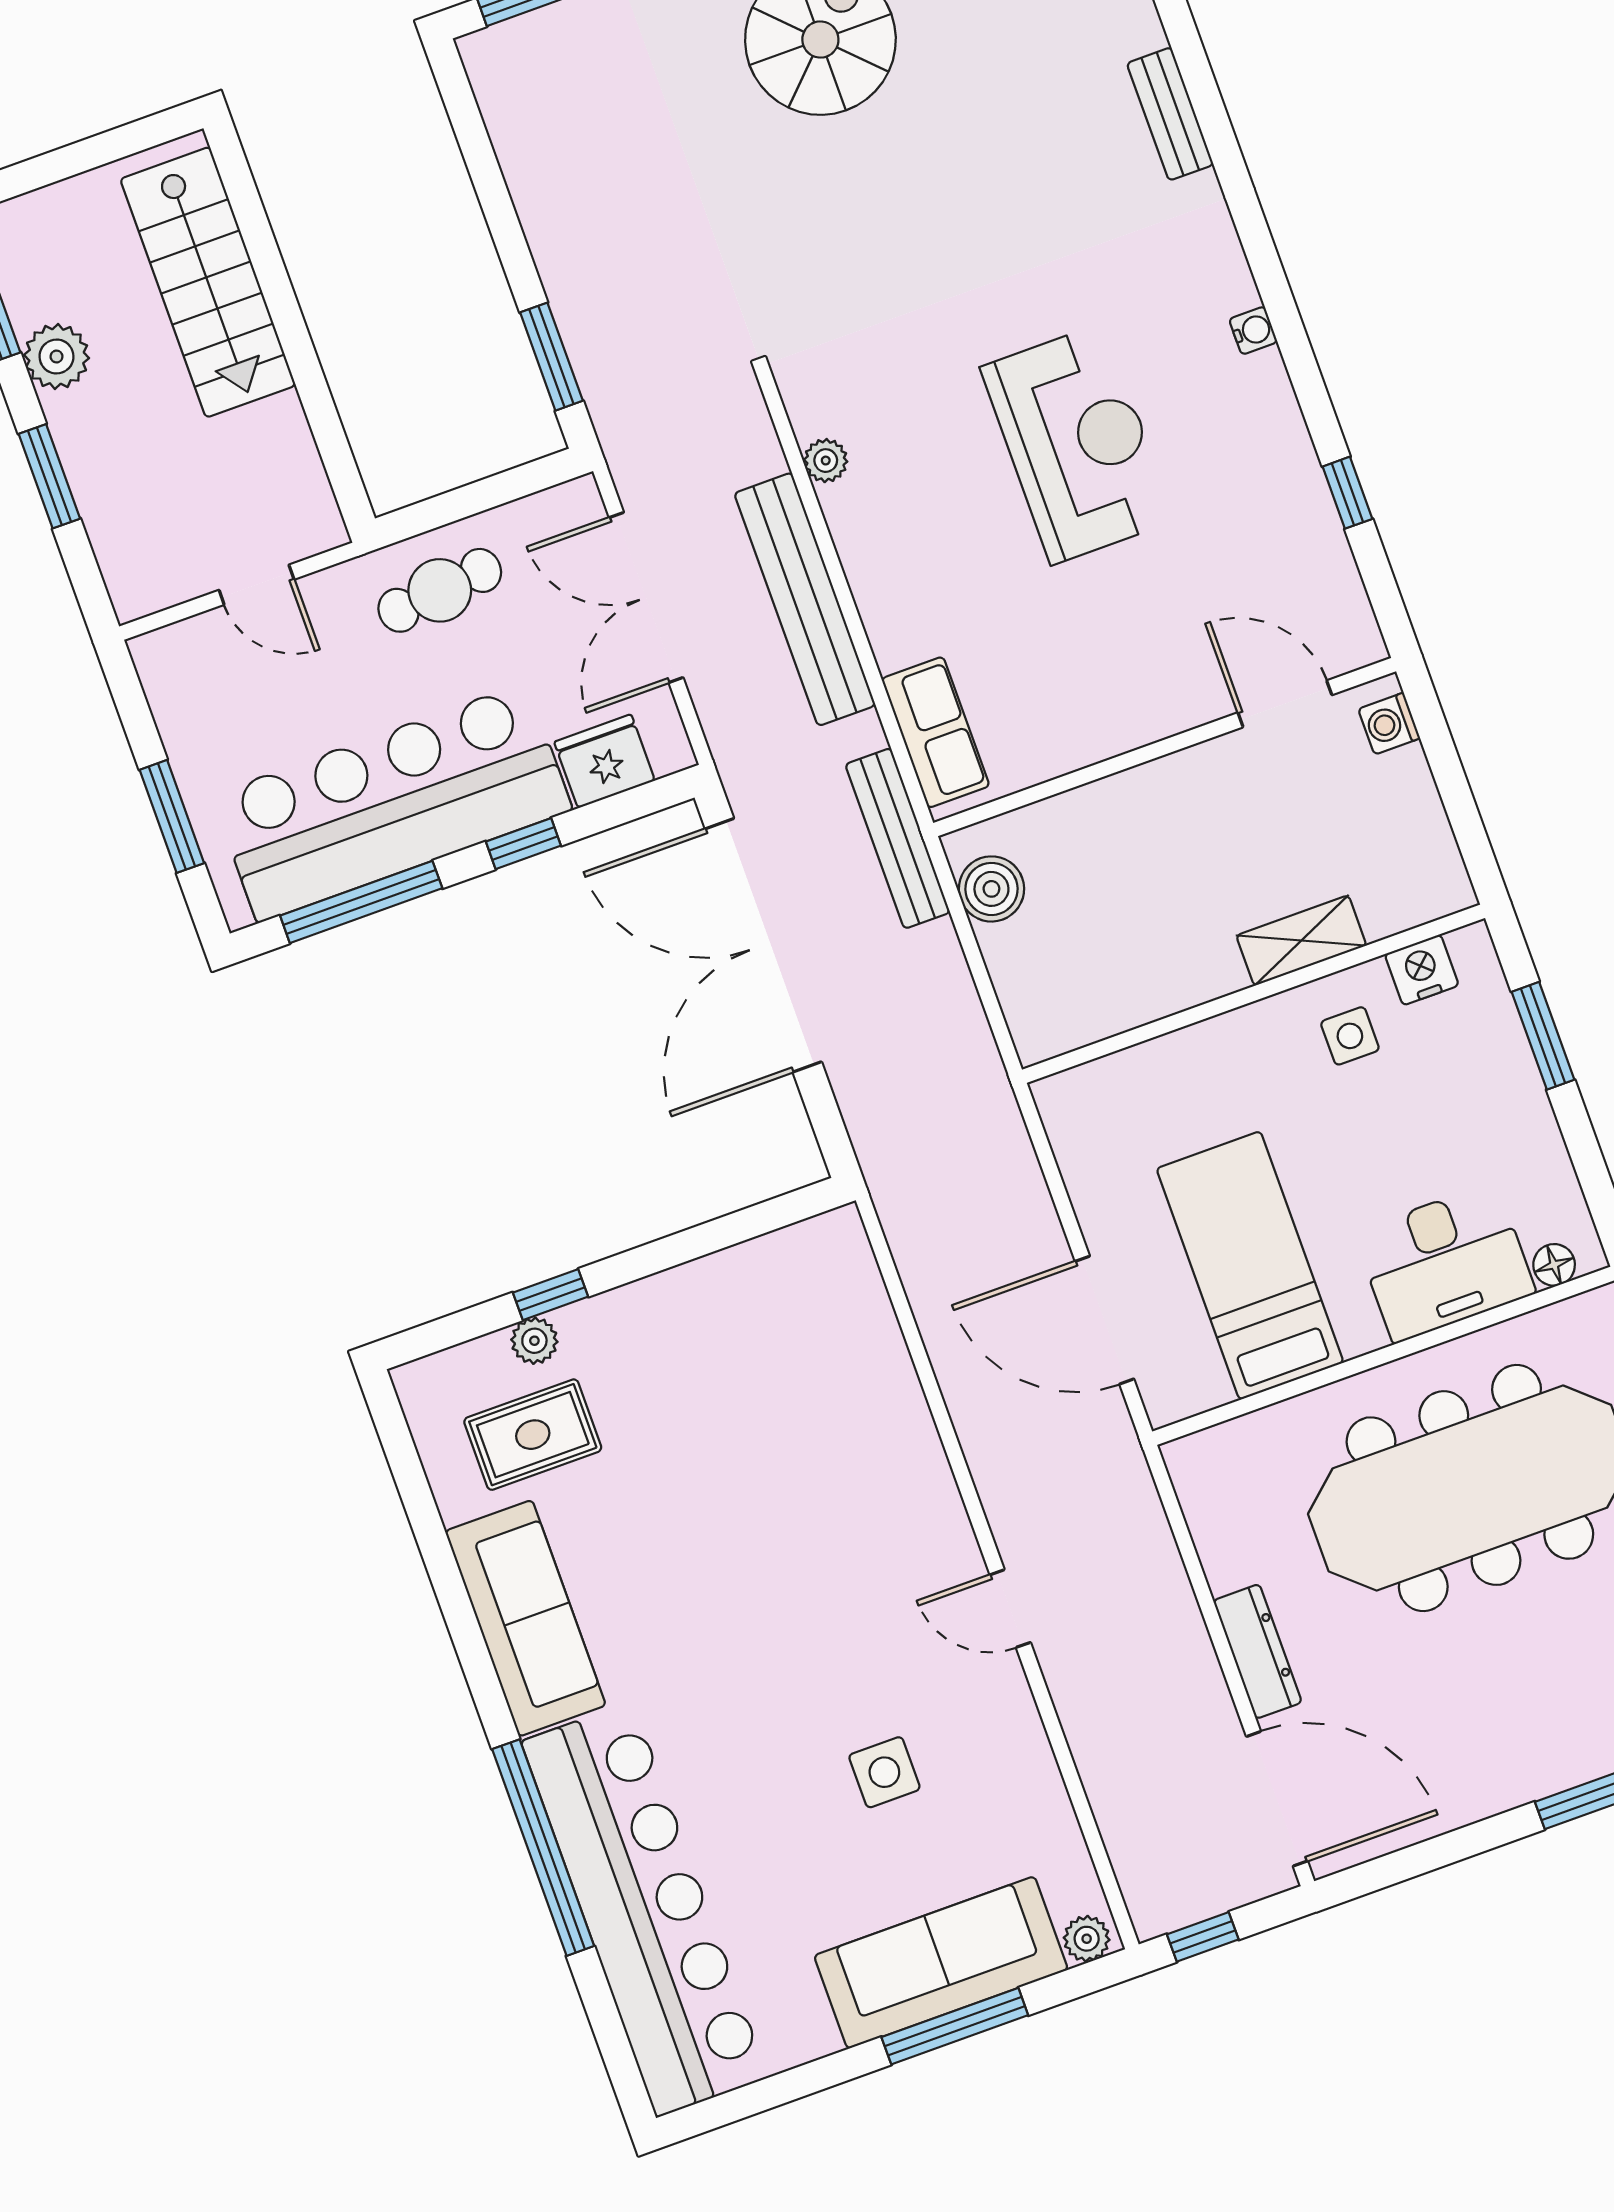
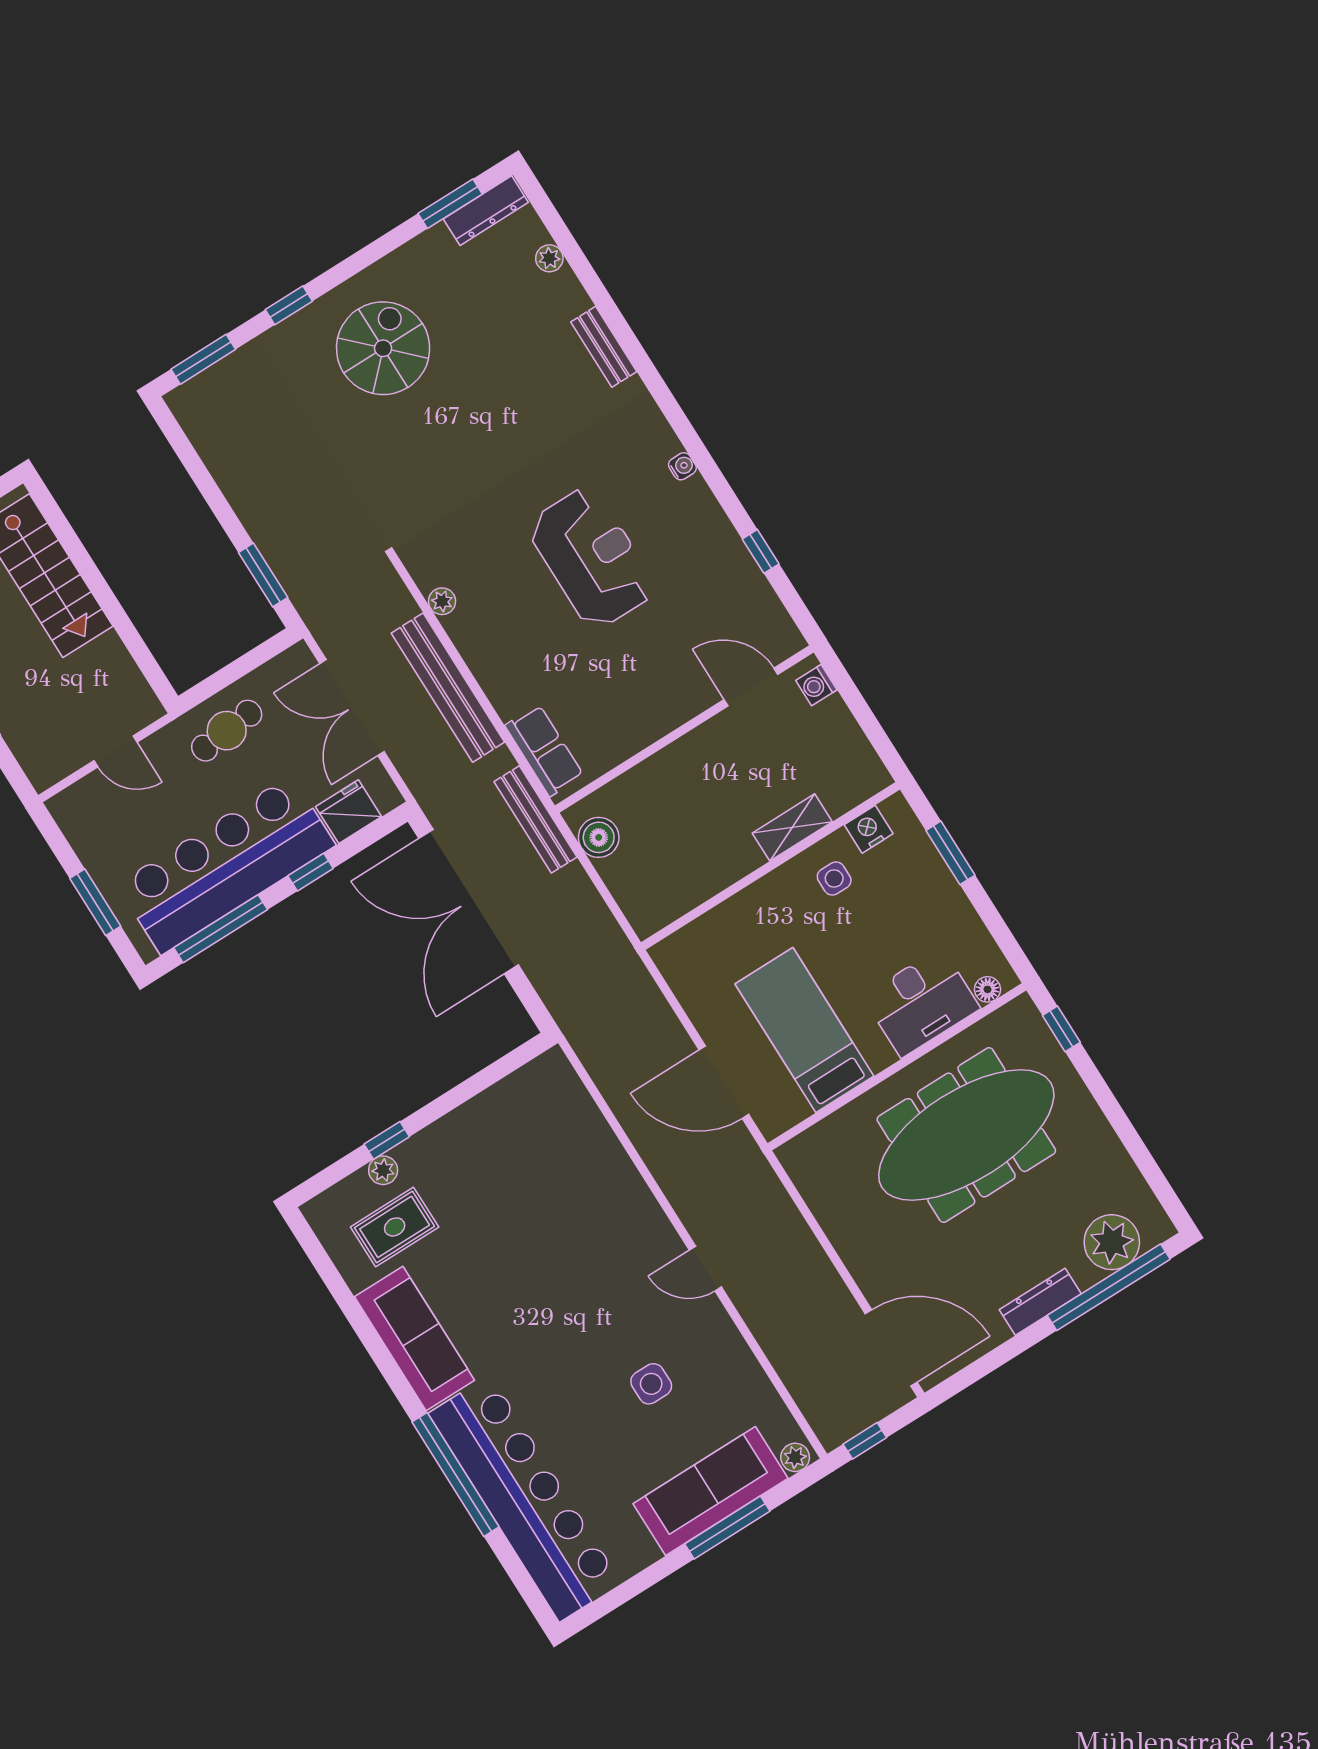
dresser: (1258, 1651) -> (1040, 1302), moved, turned -90

